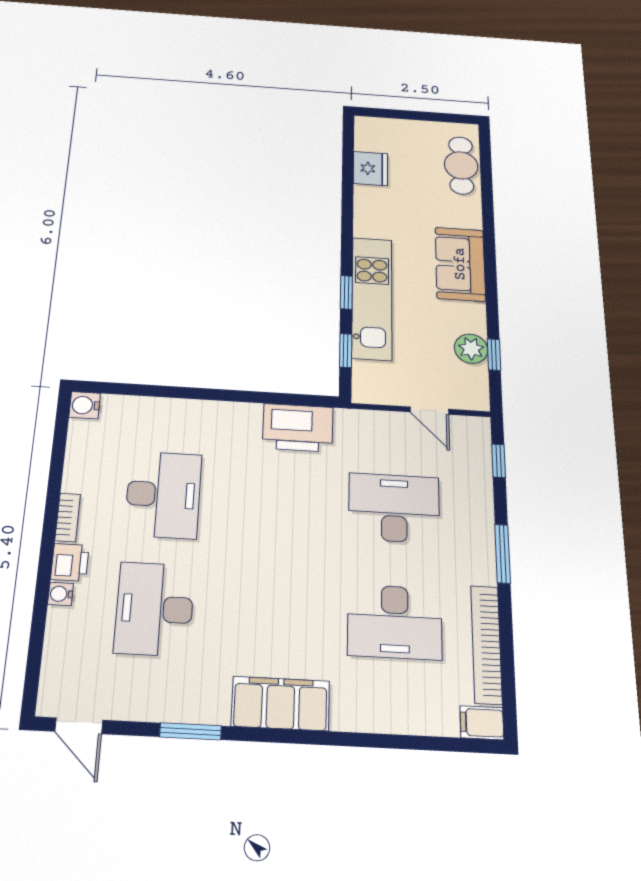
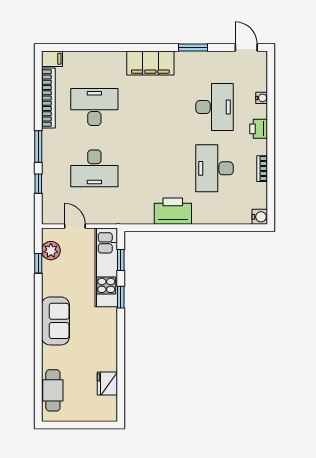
kitchen unit: (372, 298) -> (106, 267), moved
plant: (471, 349) -> (51, 251), moved
printer: (298, 428) -> (173, 211), moved
window: (499, 461) -> (38, 184), moved
bookcase: (68, 517) -> (262, 169), moved
water cooler: (61, 594) -> (262, 98), moved

